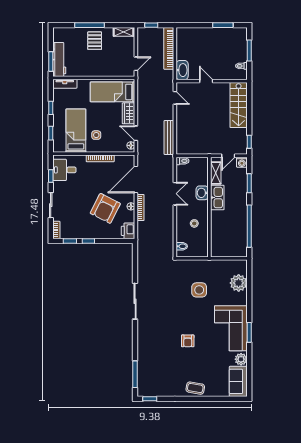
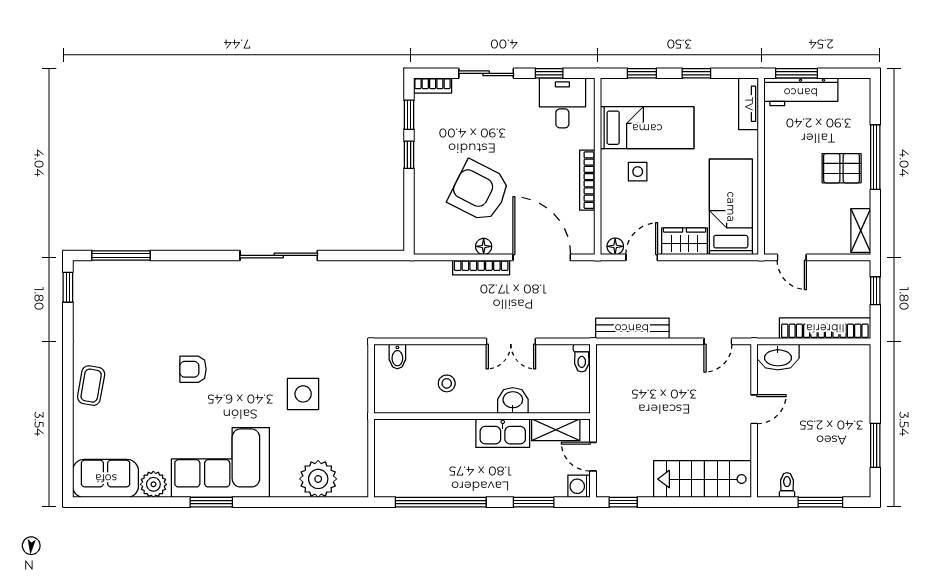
printer: (128, 231) -> (431, 240), removed

